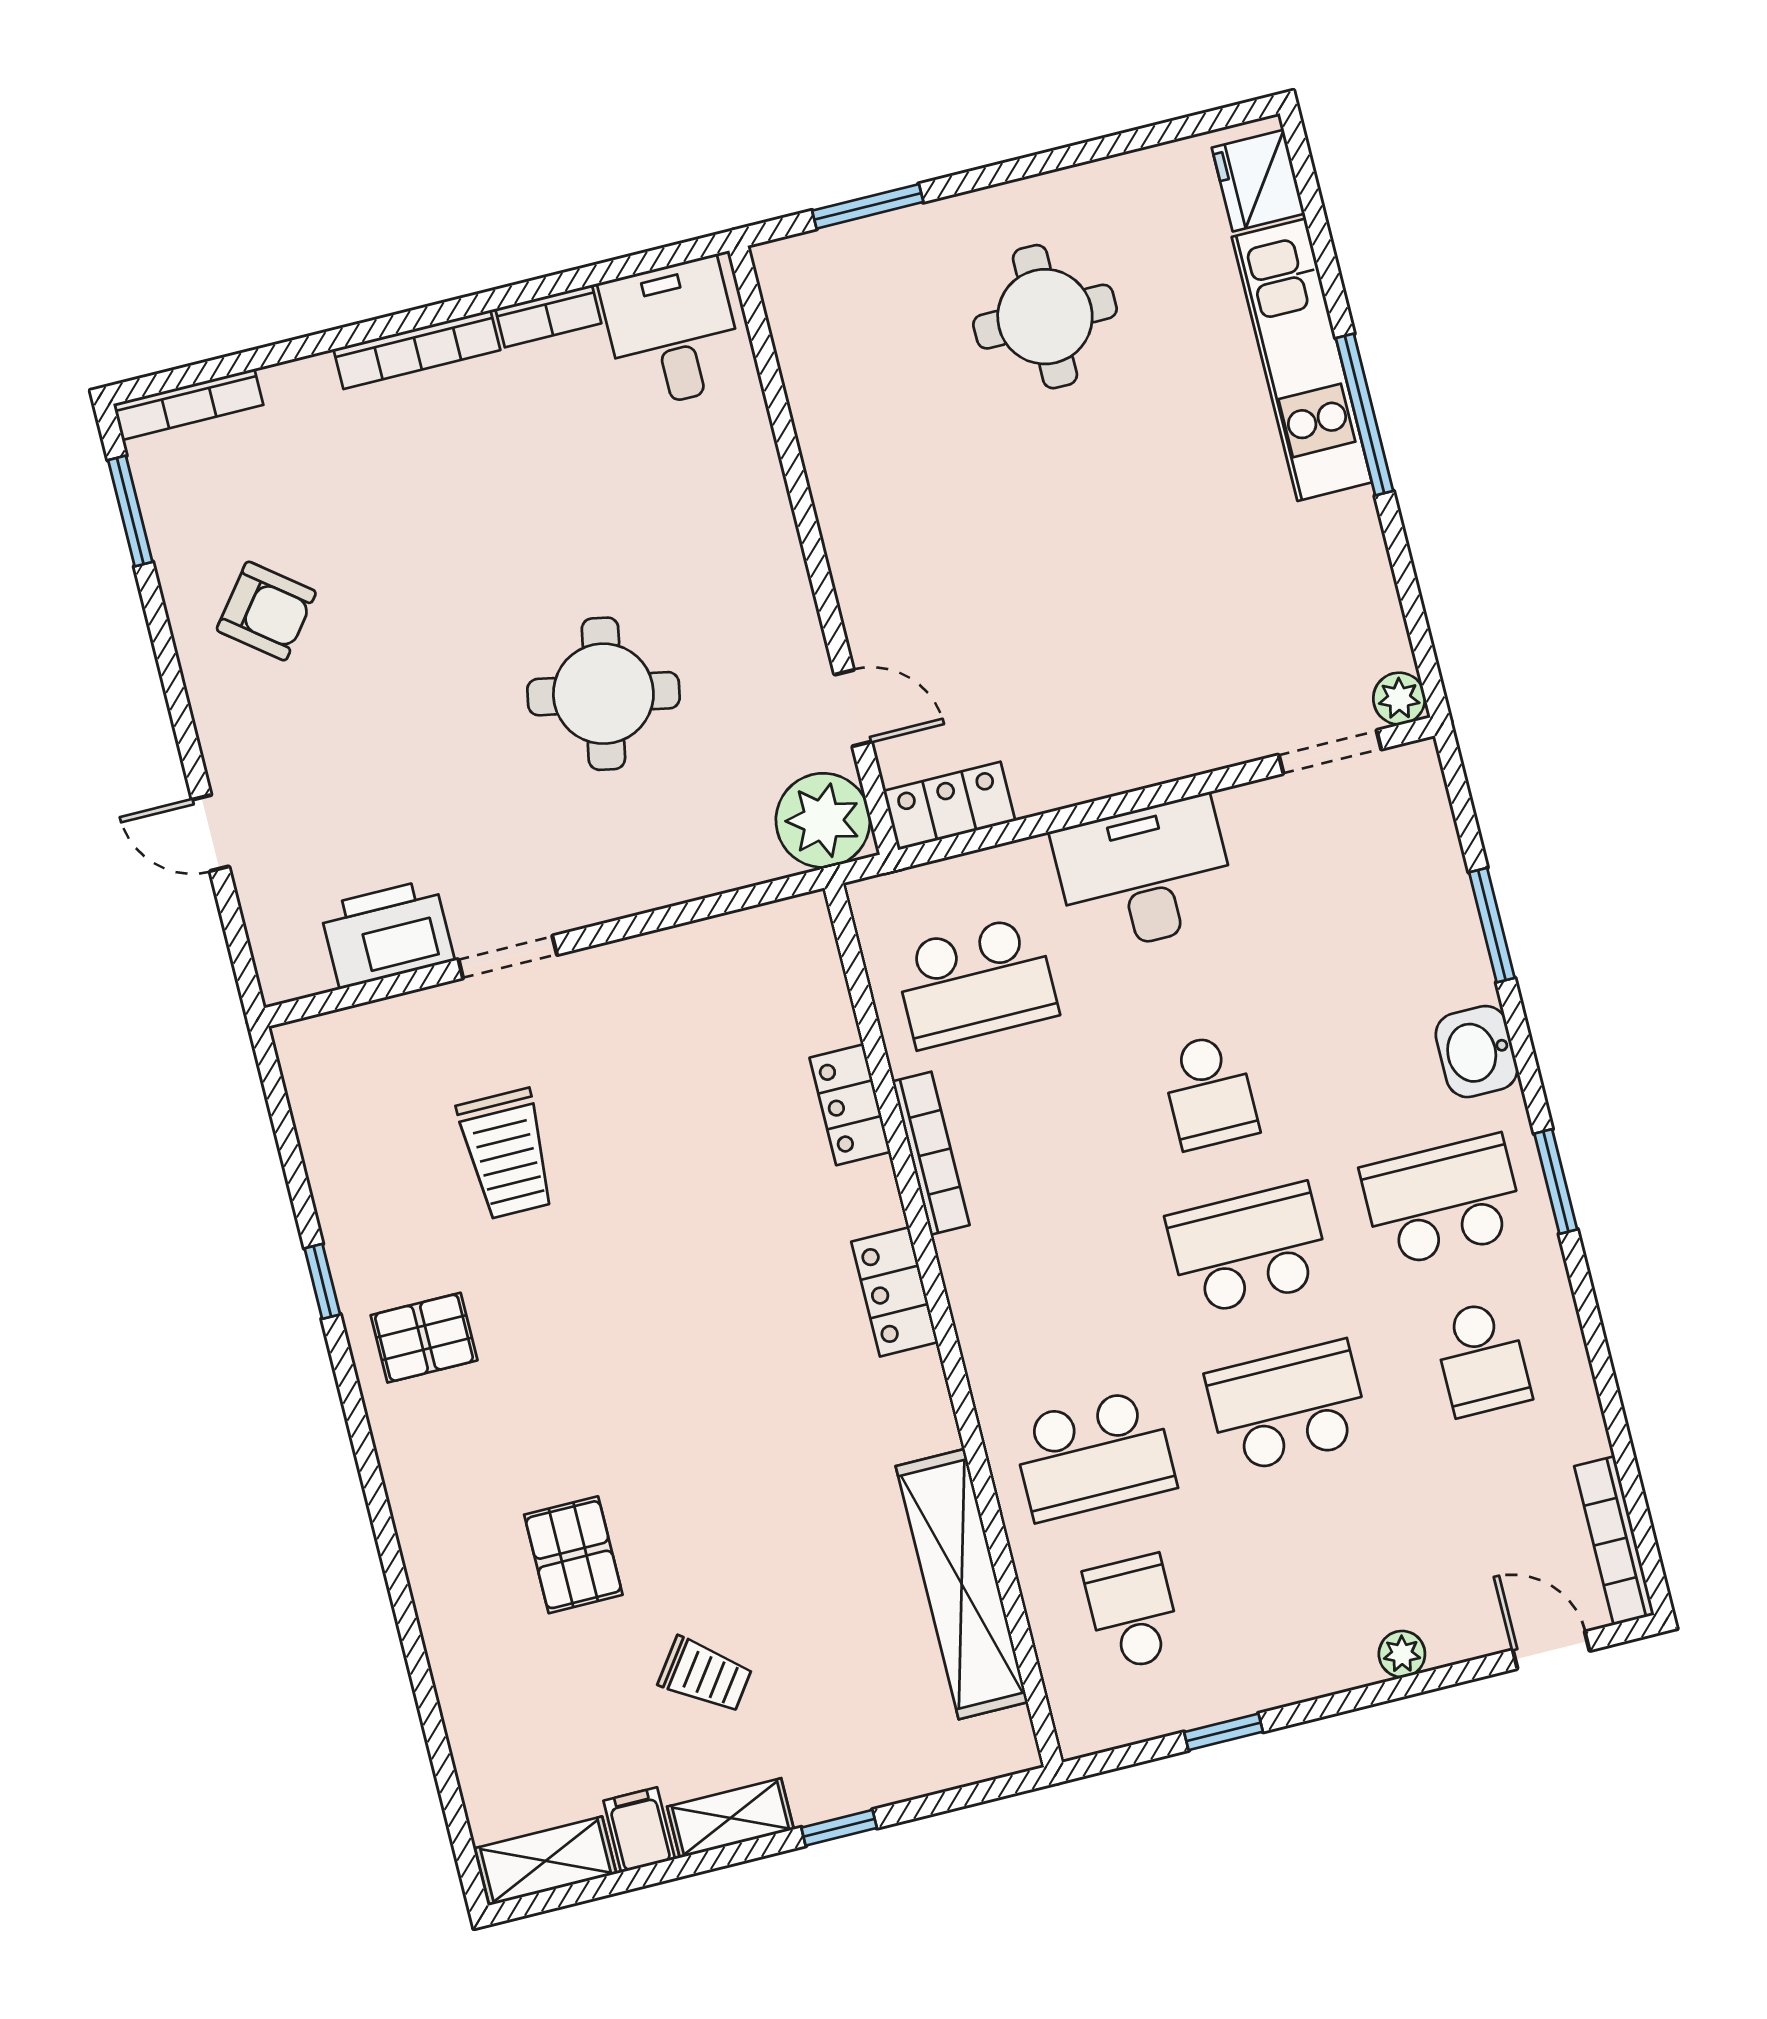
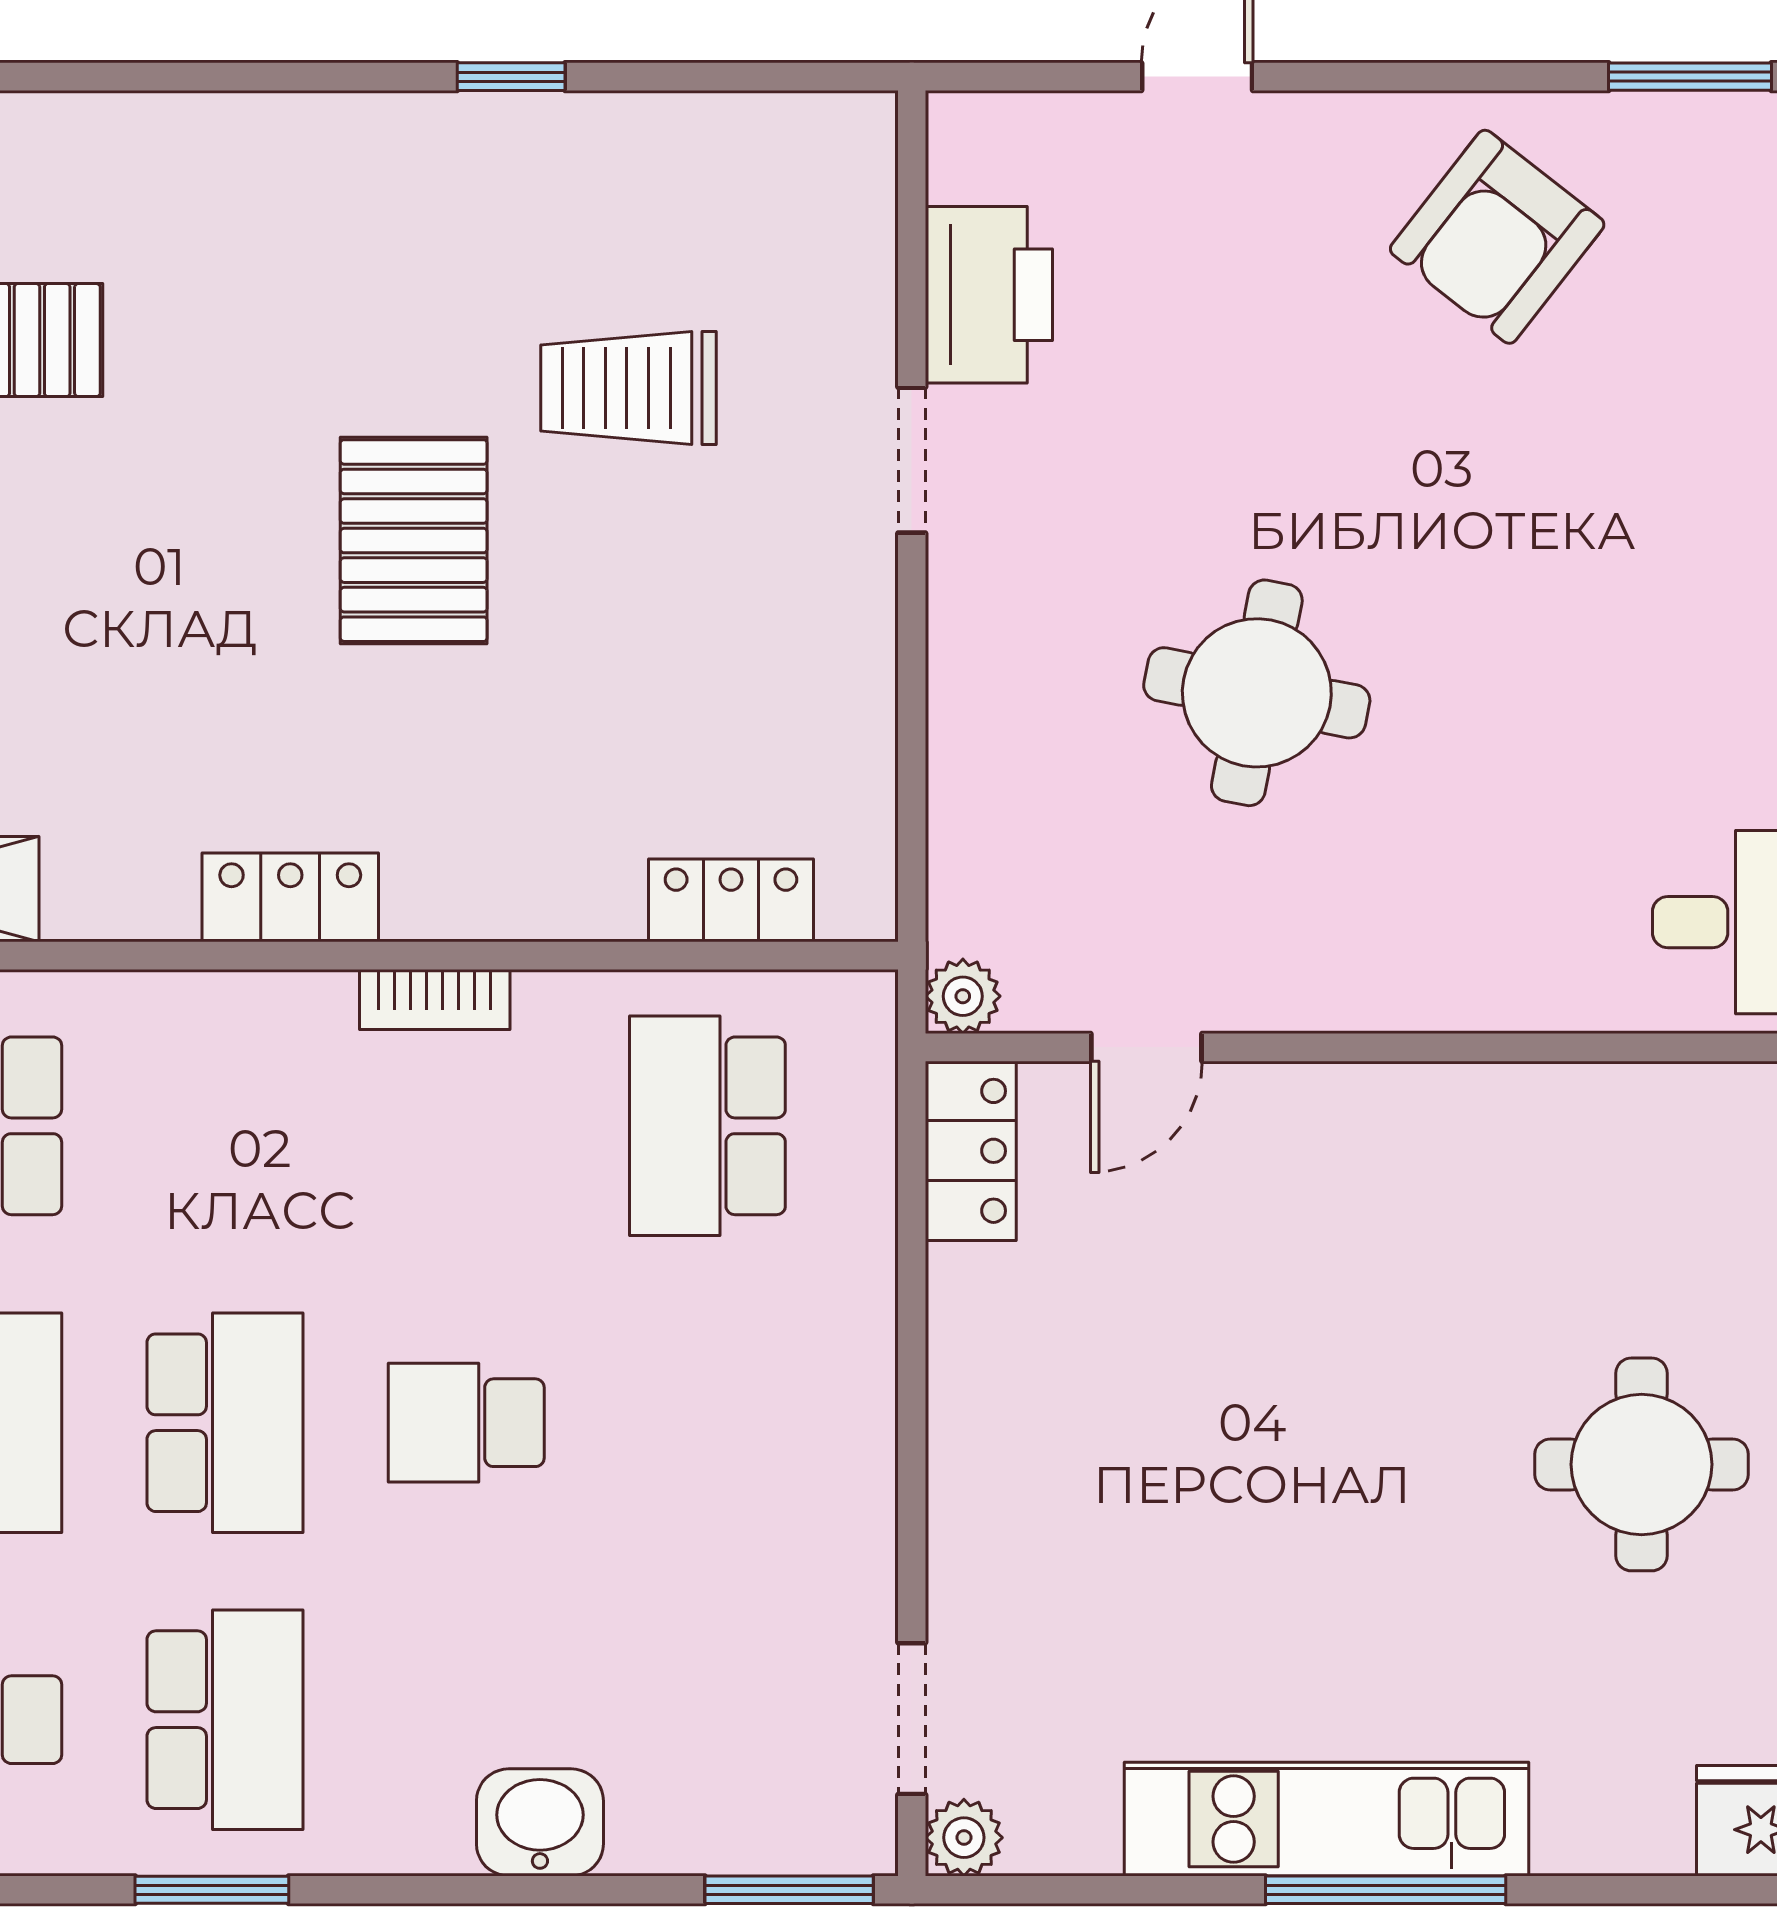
kitchen unit: (1302, 360) -> (1327, 1819), moved
armchair: (266, 611) -> (1497, 237), width x1.38, depth x1.38
plant: (823, 820) -> (963, 996), width x0.53, depth x0.53
desk: (1145, 875) -> (801, 1408), removed
window: (1492, 925) -> (789, 1890), moved
washbasin: (1477, 1052) -> (540, 1822), moved
locker: (850, 1105) -> (731, 900), moved
bookcase: (931, 1153) -> (435, 1000), width x0.64
pallet: (424, 1338) -> (414, 541), moved, width x1.50, depth x1.42

